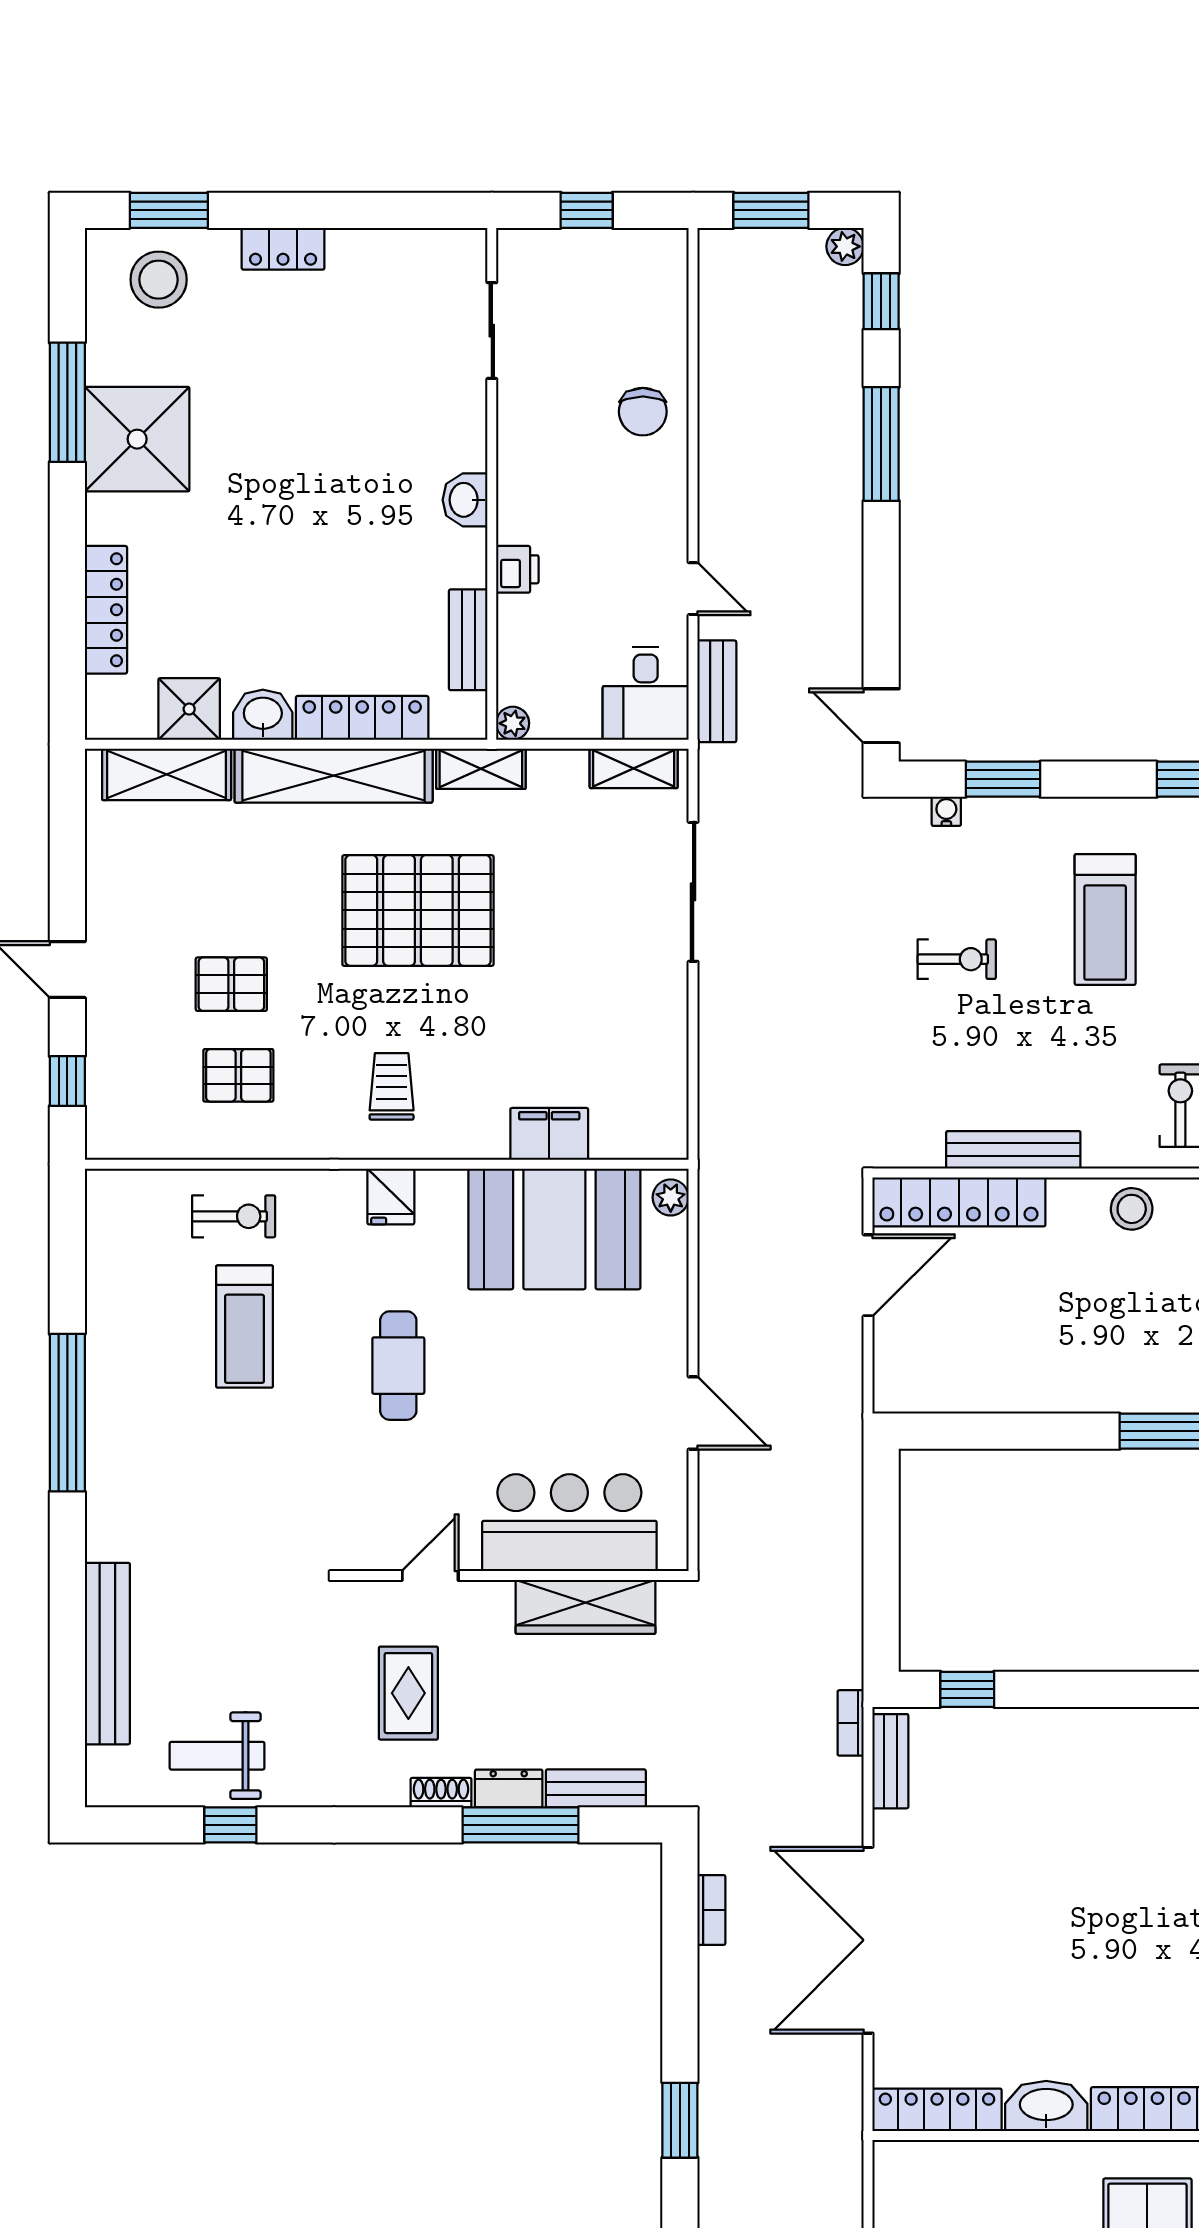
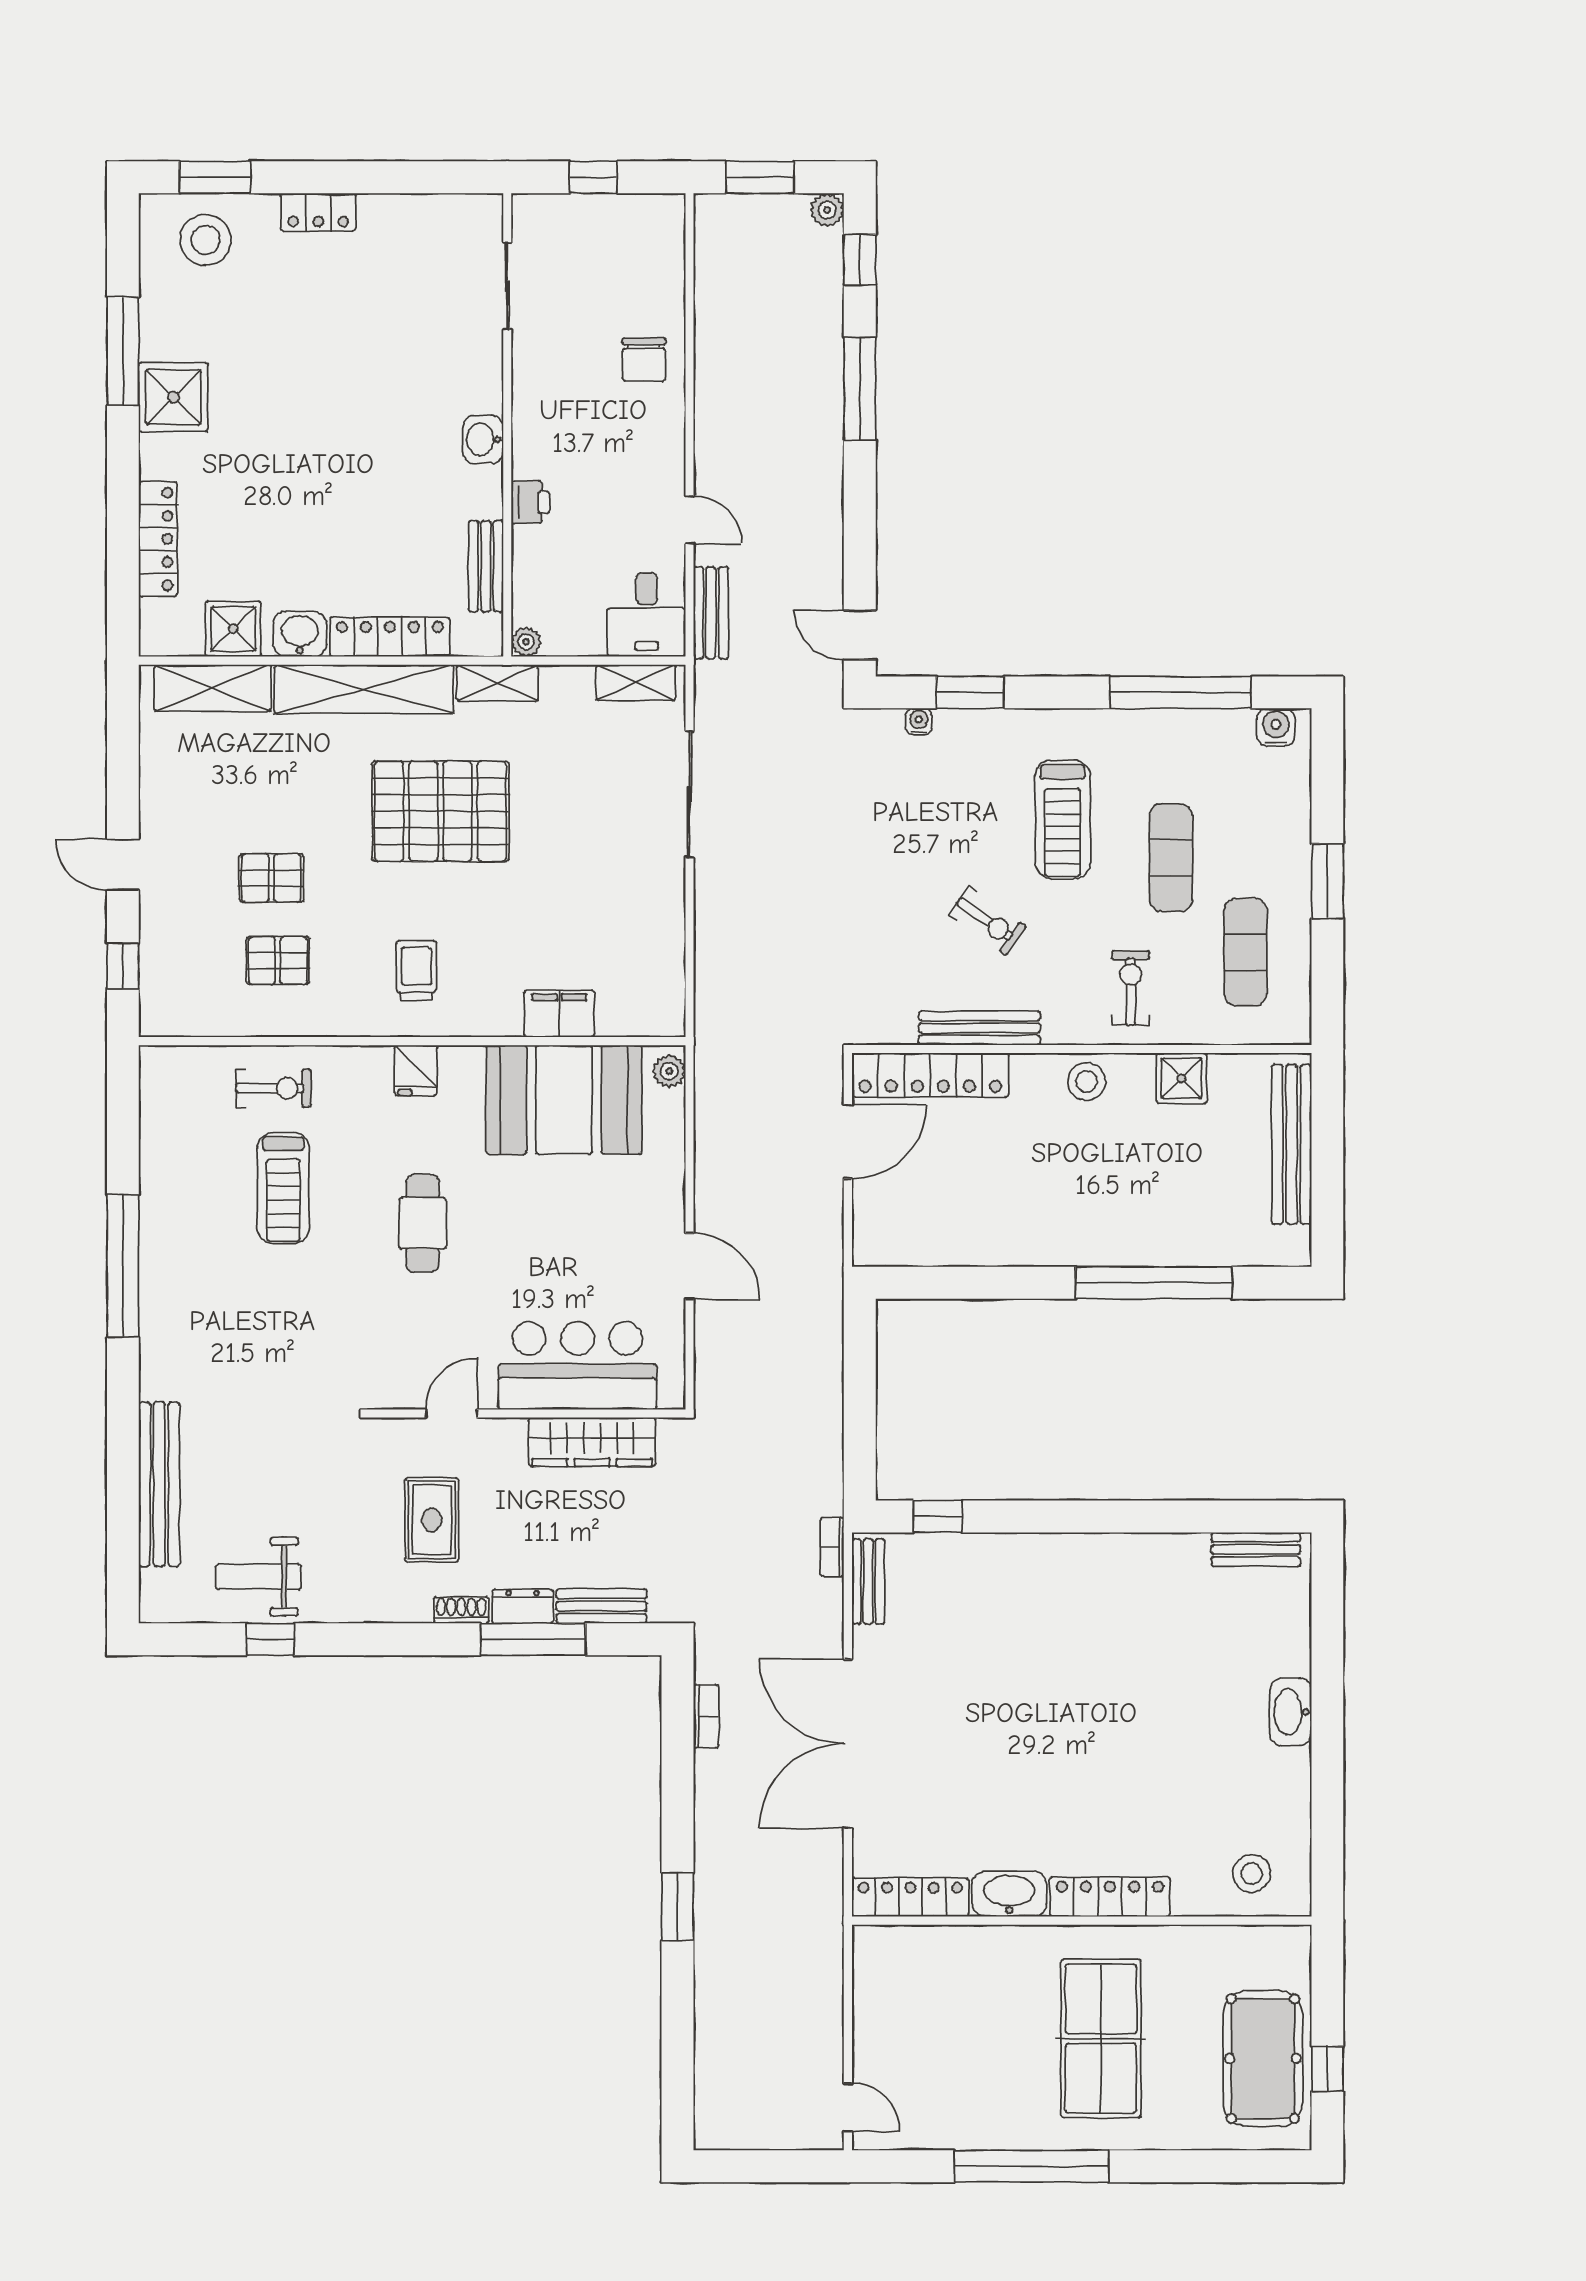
shower: (137, 439) -> (173, 397), width x0.73, depth x0.73
exercise bike: (957, 959) -> (988, 921), moved, turned 35

